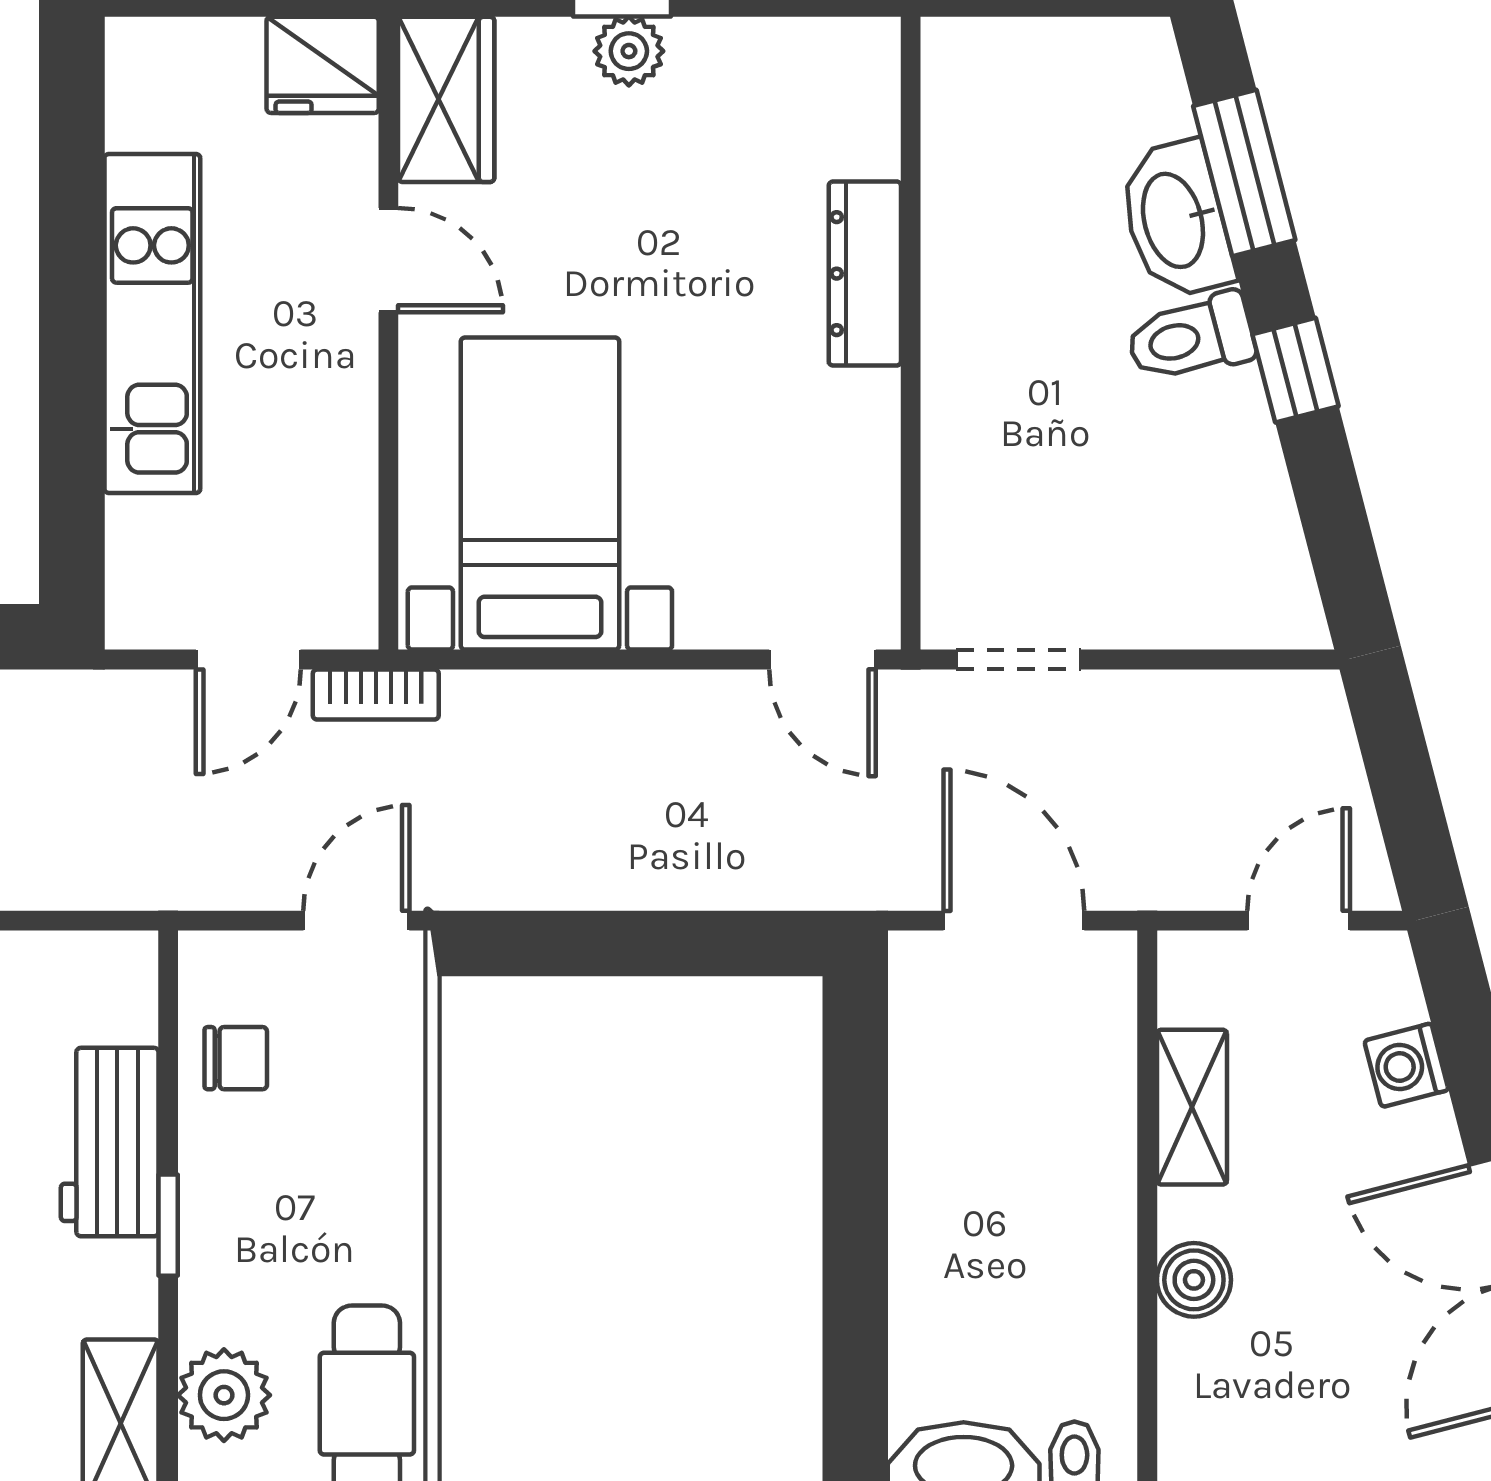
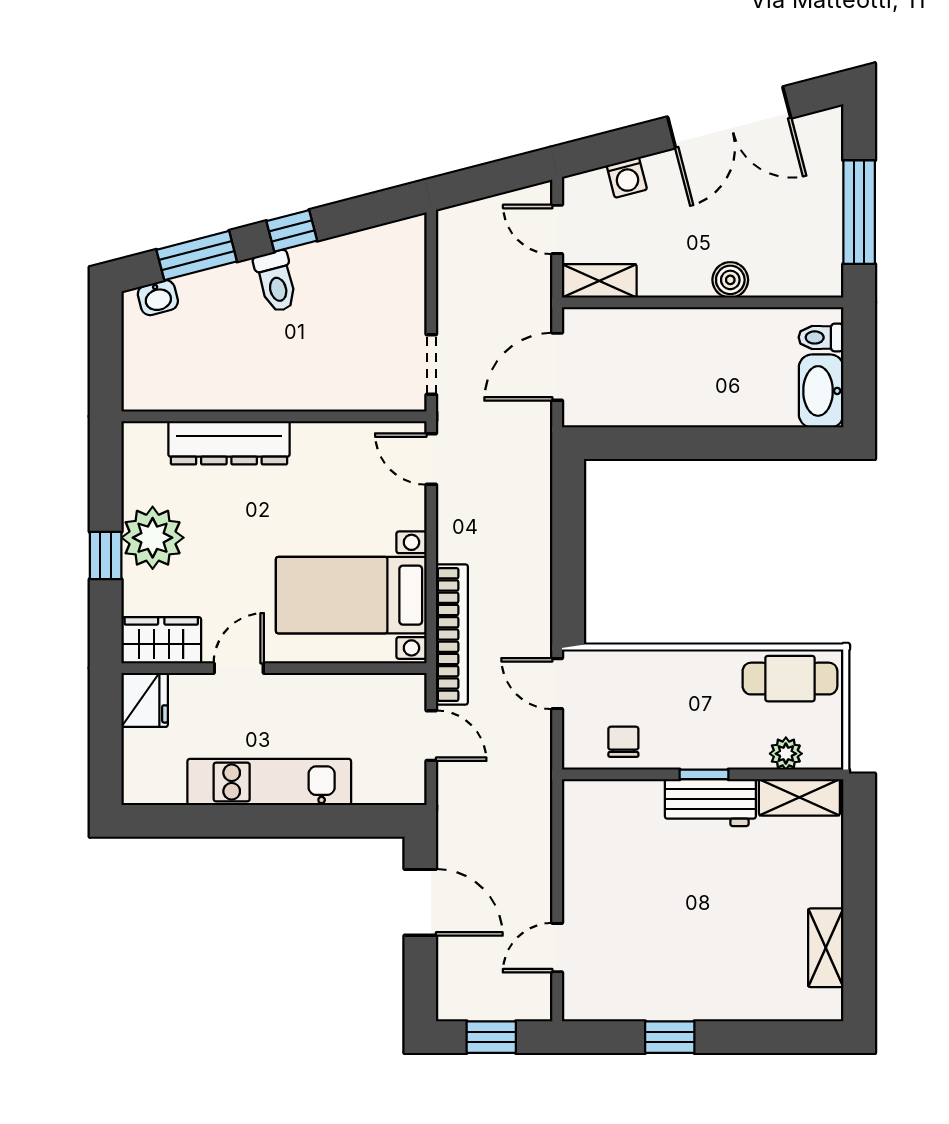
plant: (629, 51) -> (153, 538), width x1.88, depth x1.88
washbasin: (1176, 220) -> (158, 298), moved, width x0.52, depth x0.69
dresser: (865, 274) -> (229, 443), width x1.37, depth x1.24
door: (822, 660) -> (431, 459), swing flipped
bookcase: (376, 694) -> (452, 635), width x2.31, depth x1.31
shelving: (1192, 1107) -> (599, 281), moved
workbench: (110, 1142) -> (710, 803), moved
plant: (224, 1395) -> (786, 754), width x0.73, depth x0.73

